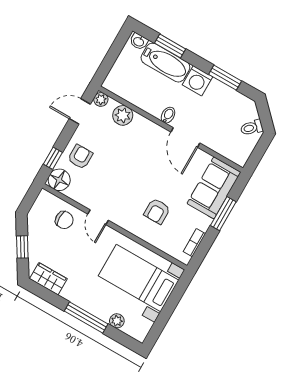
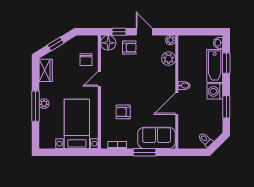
door: (80, 111) -> (144, 32), moved
plant: (117, 321) -> (44, 104), moved

